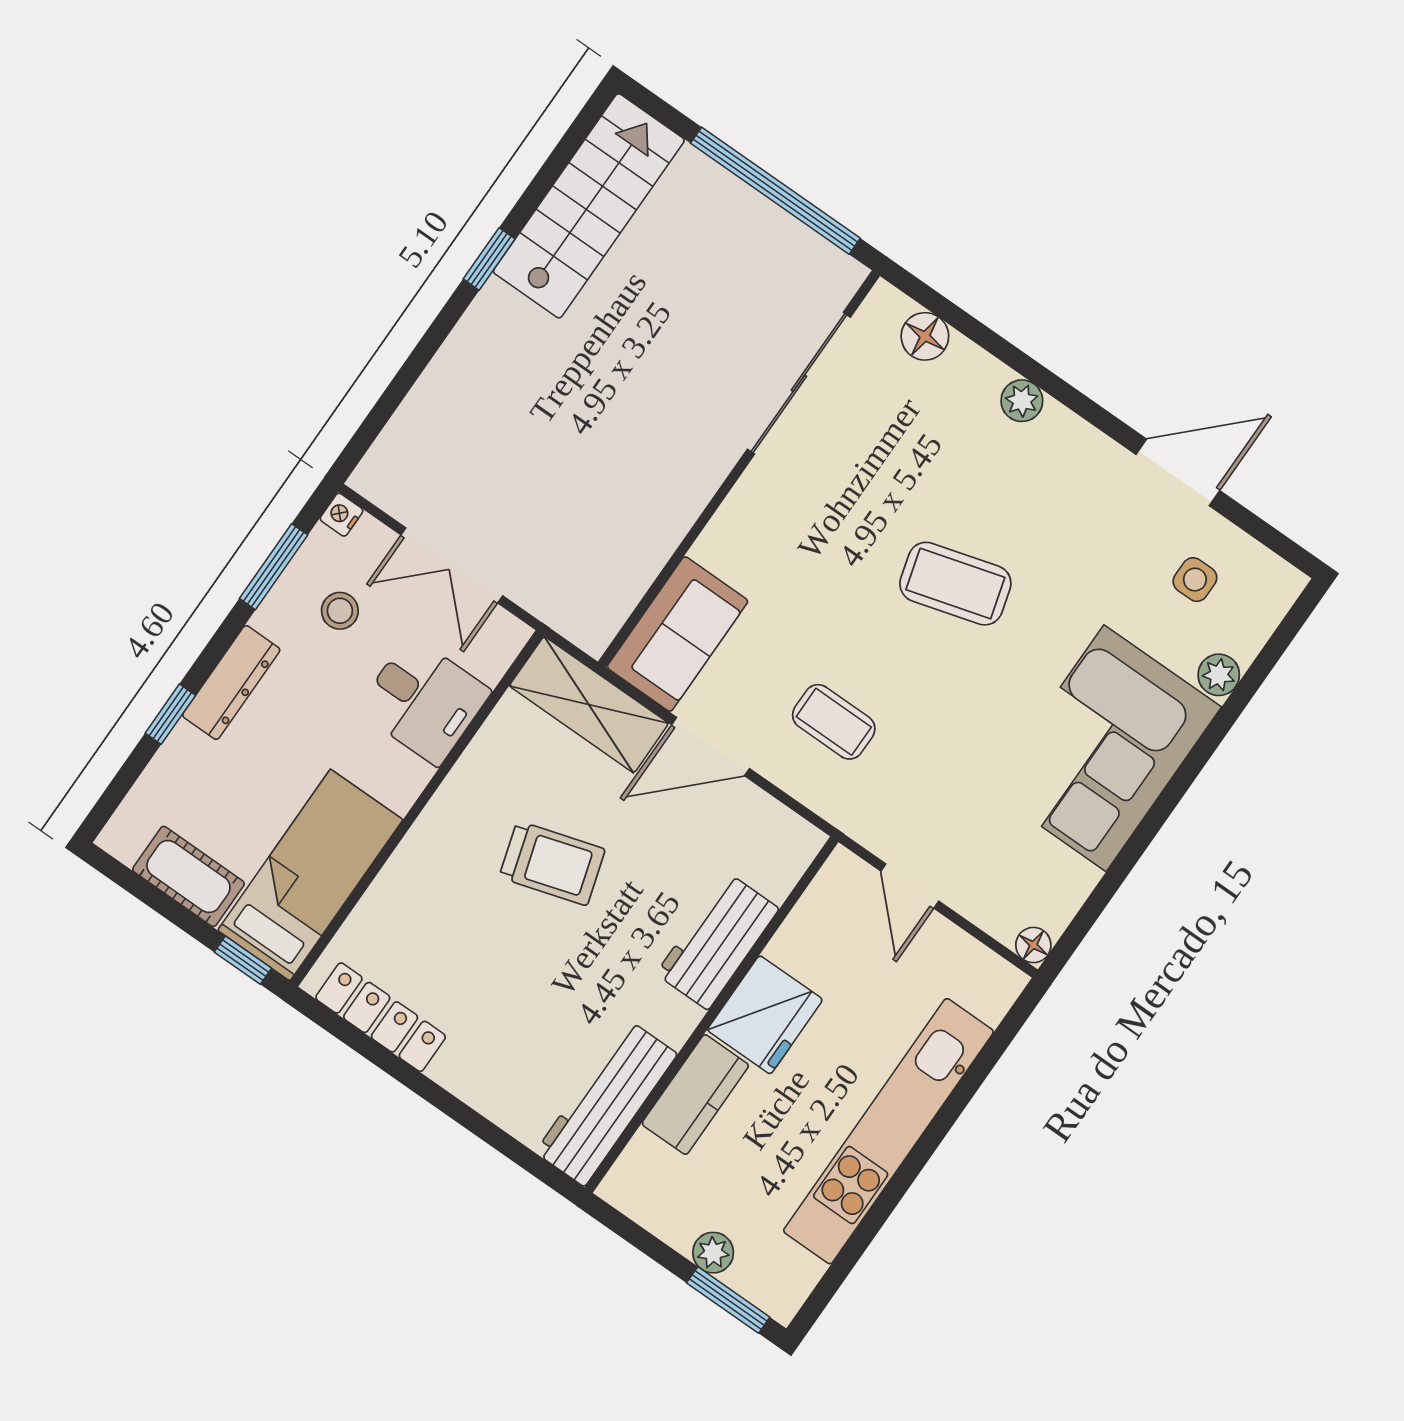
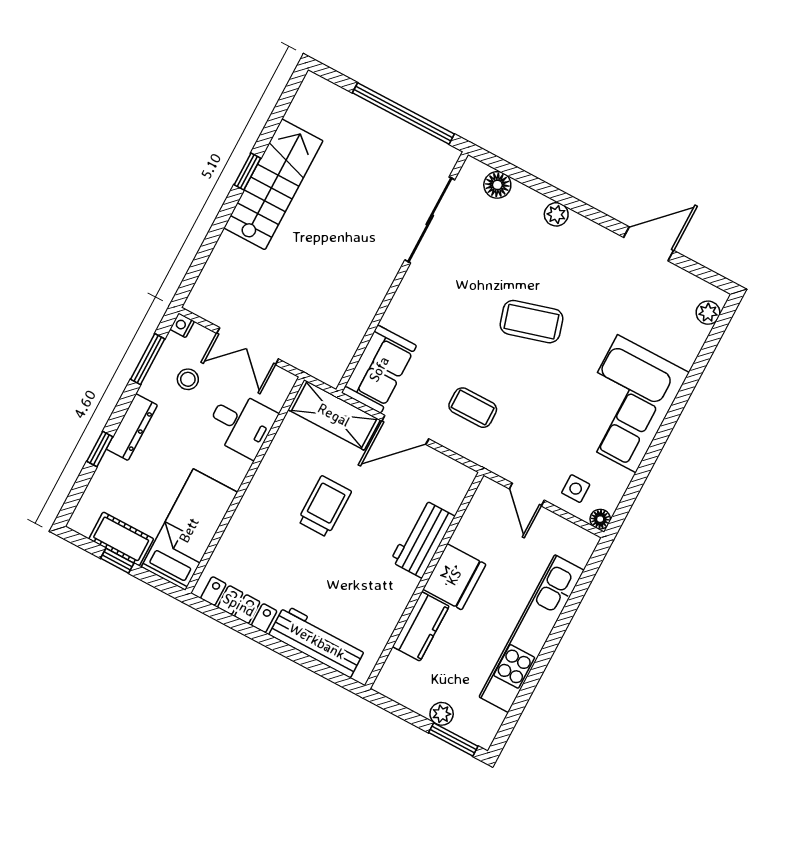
stairs: (589, 206) -> (273, 184), moved
side table: (1195, 580) -> (576, 489), moved
plant: (1219, 675) -> (708, 313), moved
trolley: (552, 863) -> (324, 506), turned -73
window: (243, 960) -> (117, 561), moved
workbench: (606, 1103) -> (317, 641), moved, turned 90

